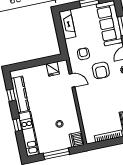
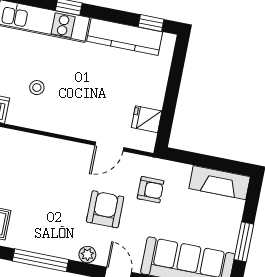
armchair: (101, 70) -> (105, 209), turned 90
window: (11, 95) -> (151, 23), moved

